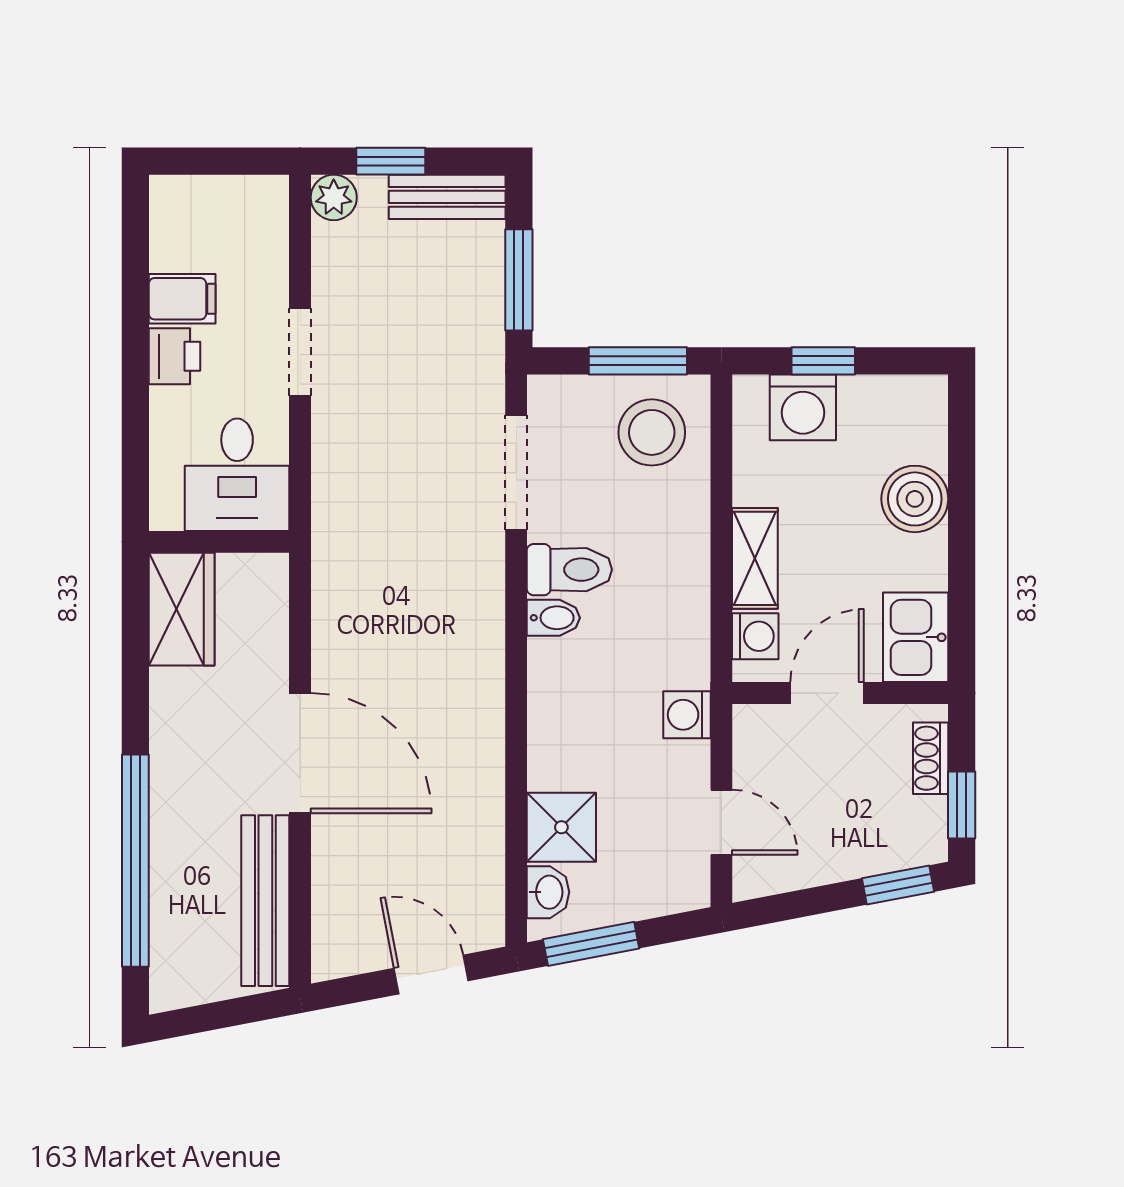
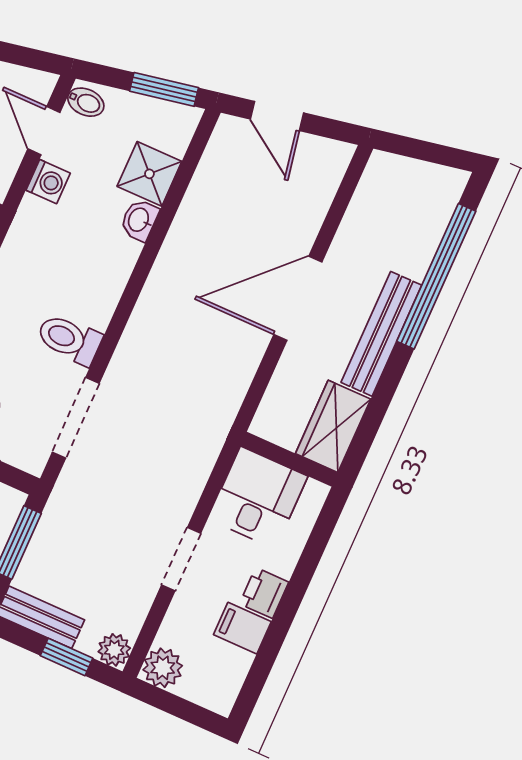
plant: (261, 202) -> (163, 668), added
bidet: (553, 618) -> (86, 102), moved, turned 180
washing machine: (687, 715) -> (48, 182), moved
door: (300, 753) -> (298, 298), hinge flipped
washbasin: (548, 892) -> (139, 220), moved
bench: (265, 901) -> (381, 334), moved

